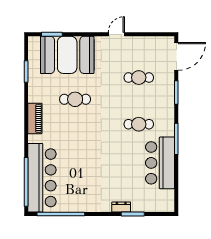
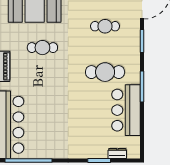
cafe table: (139, 124) -> (105, 72), width x1.37, depth x1.35
dresser: (121, 207) -> (117, 154), moved

